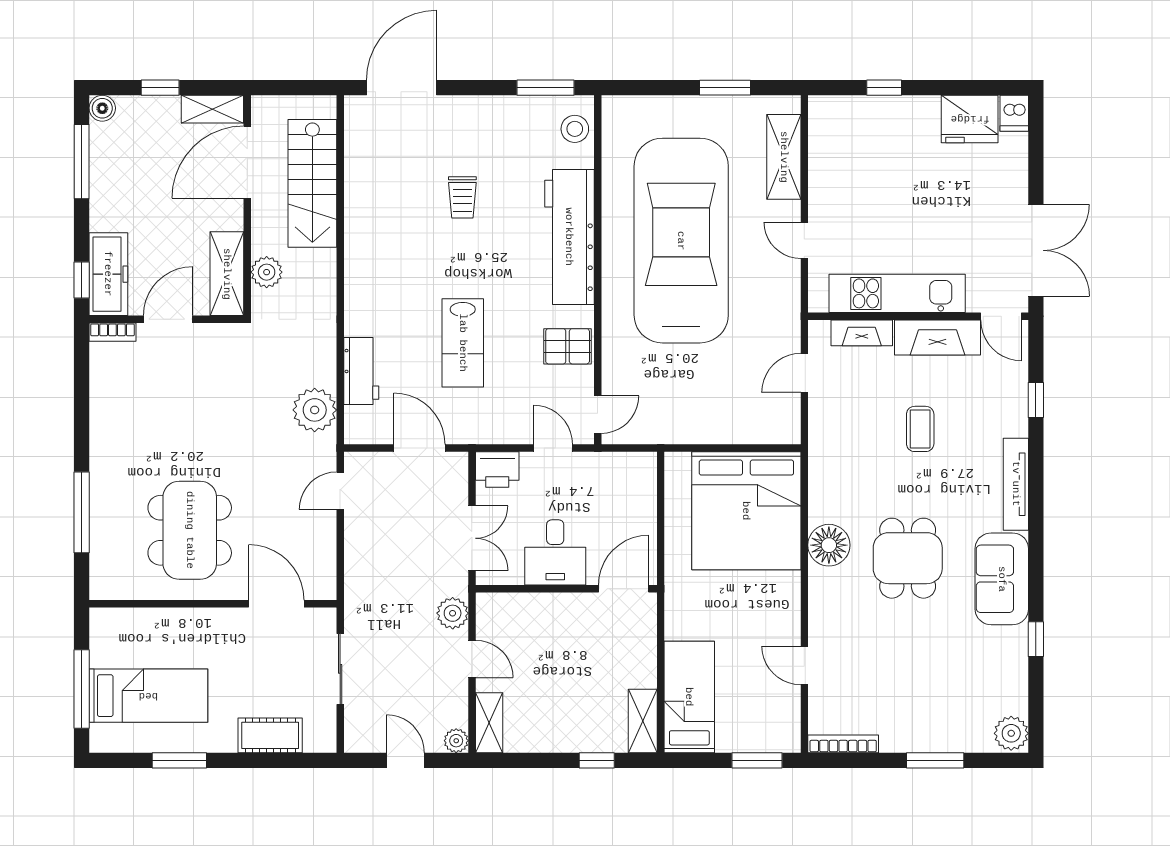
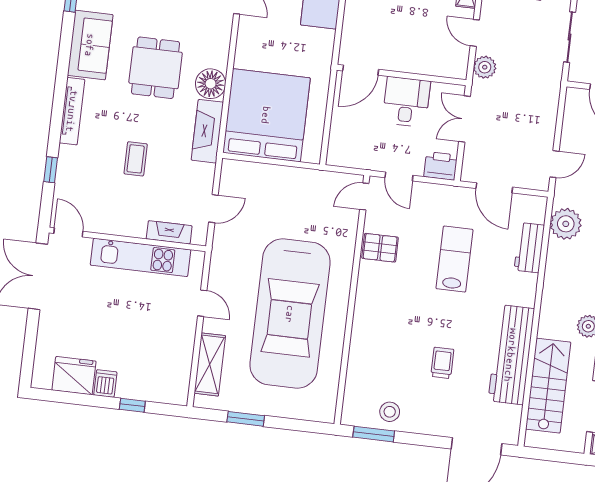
dishwasher: (1014, 113) -> (105, 383), moved
stool: (575, 129) -> (390, 412), moved
workbench: (569, 237) -> (511, 355), moved, turned 180
fireplace: (937, 337) -> (207, 131), moved, turned -90

